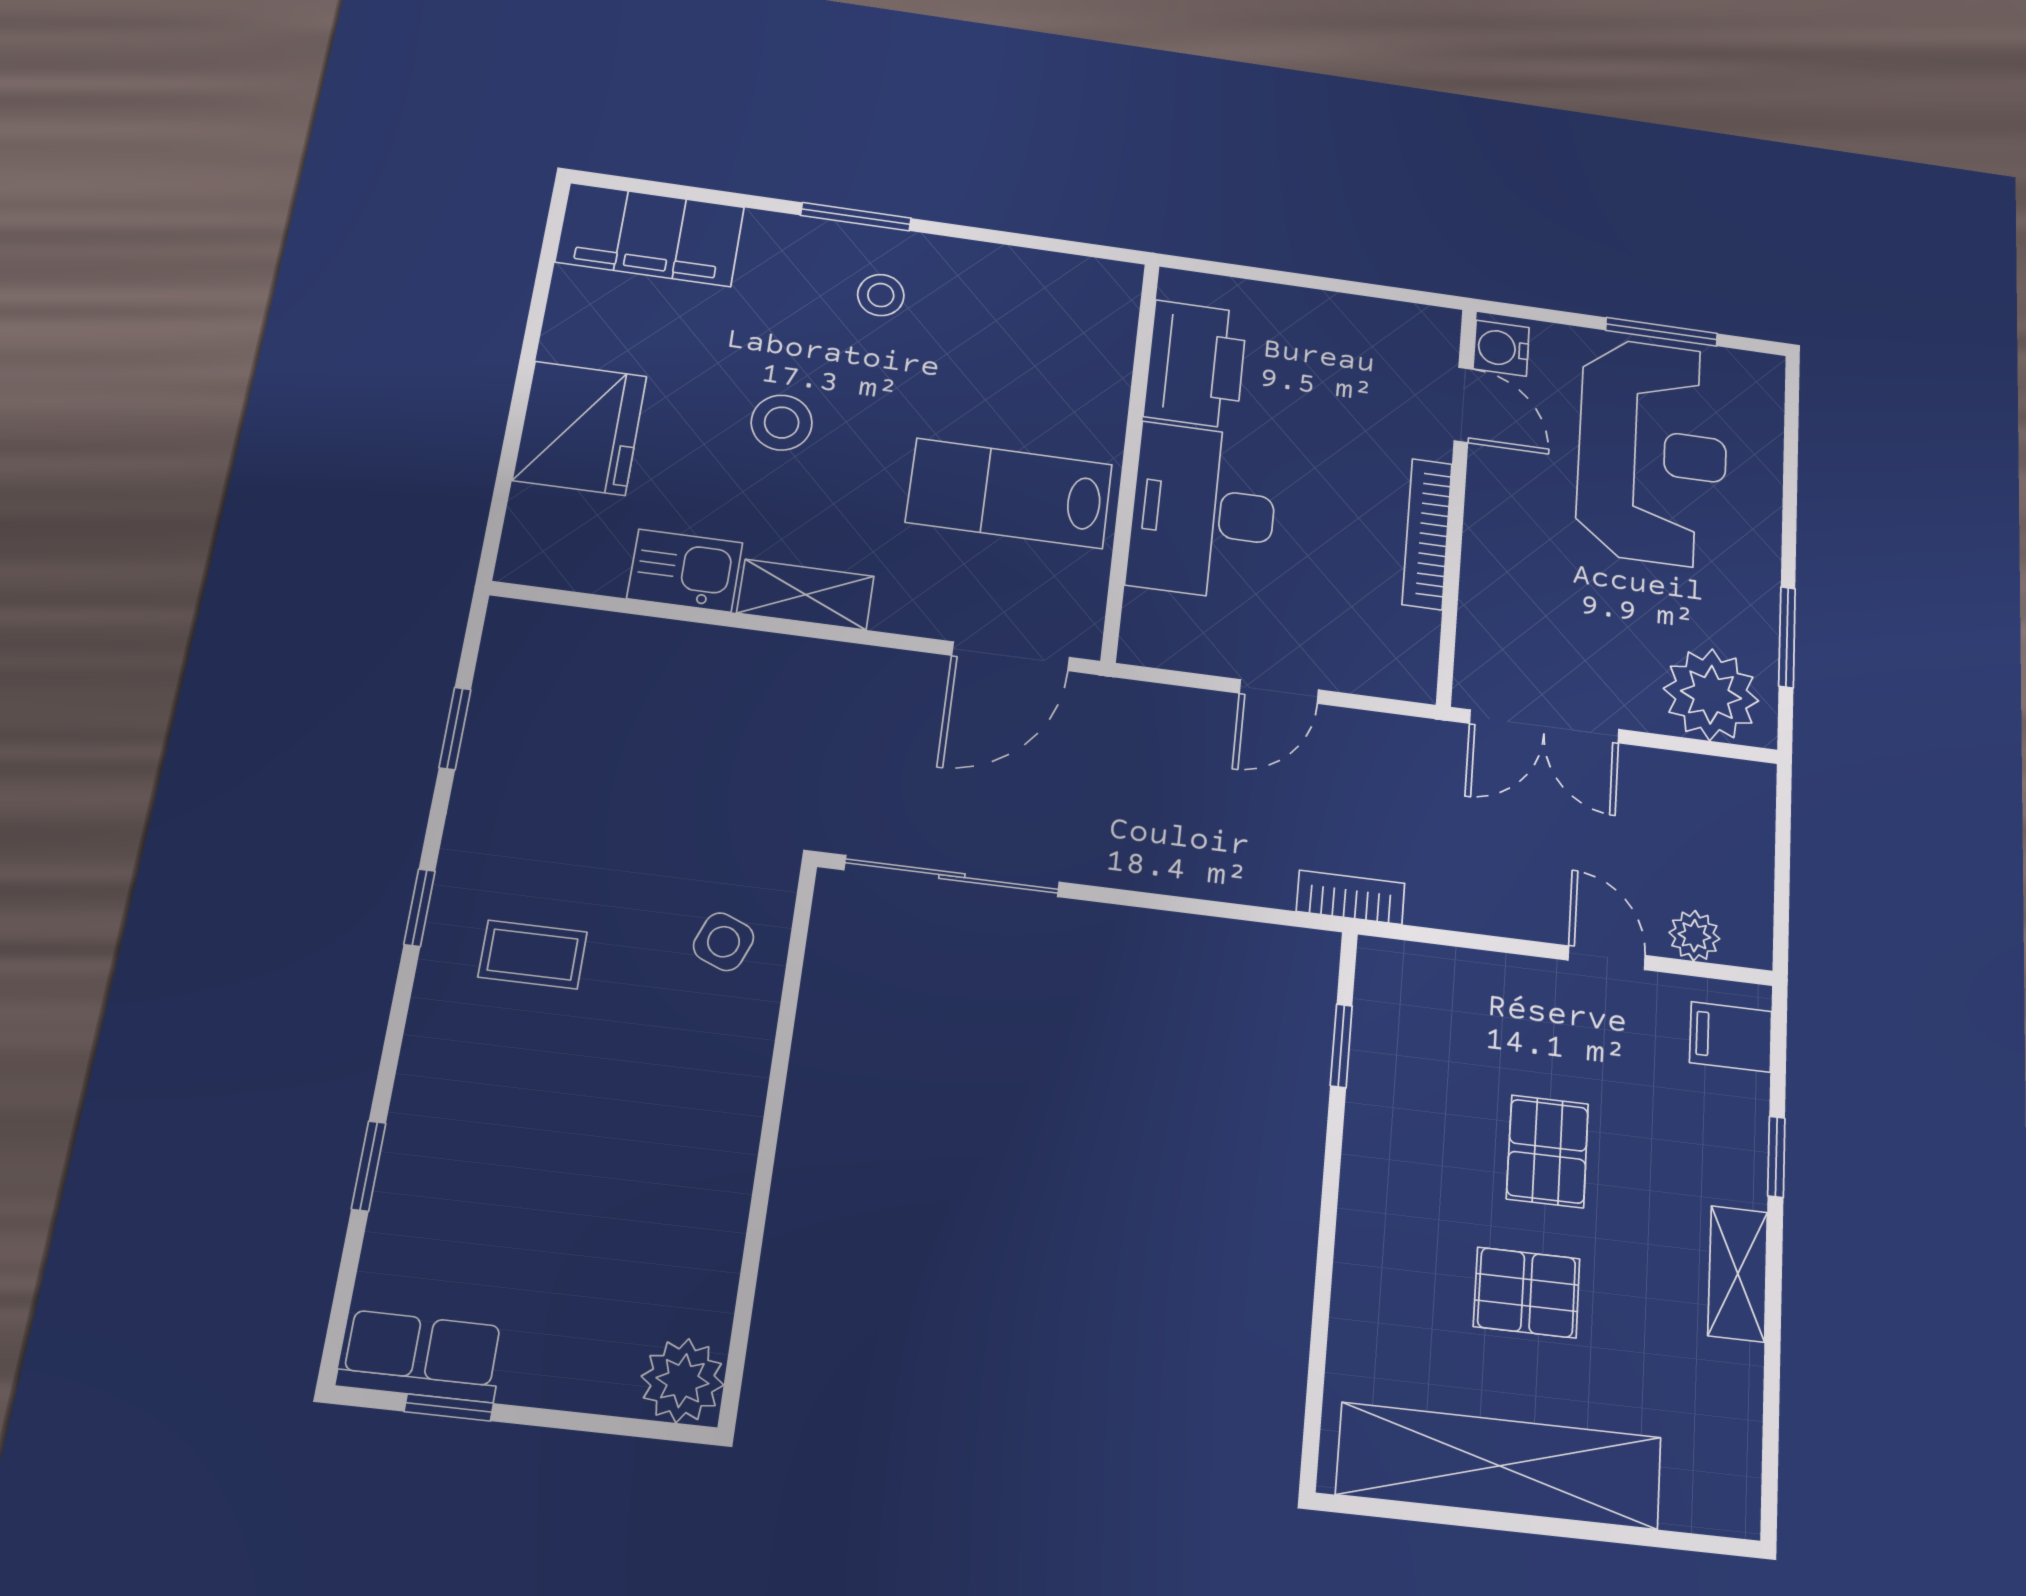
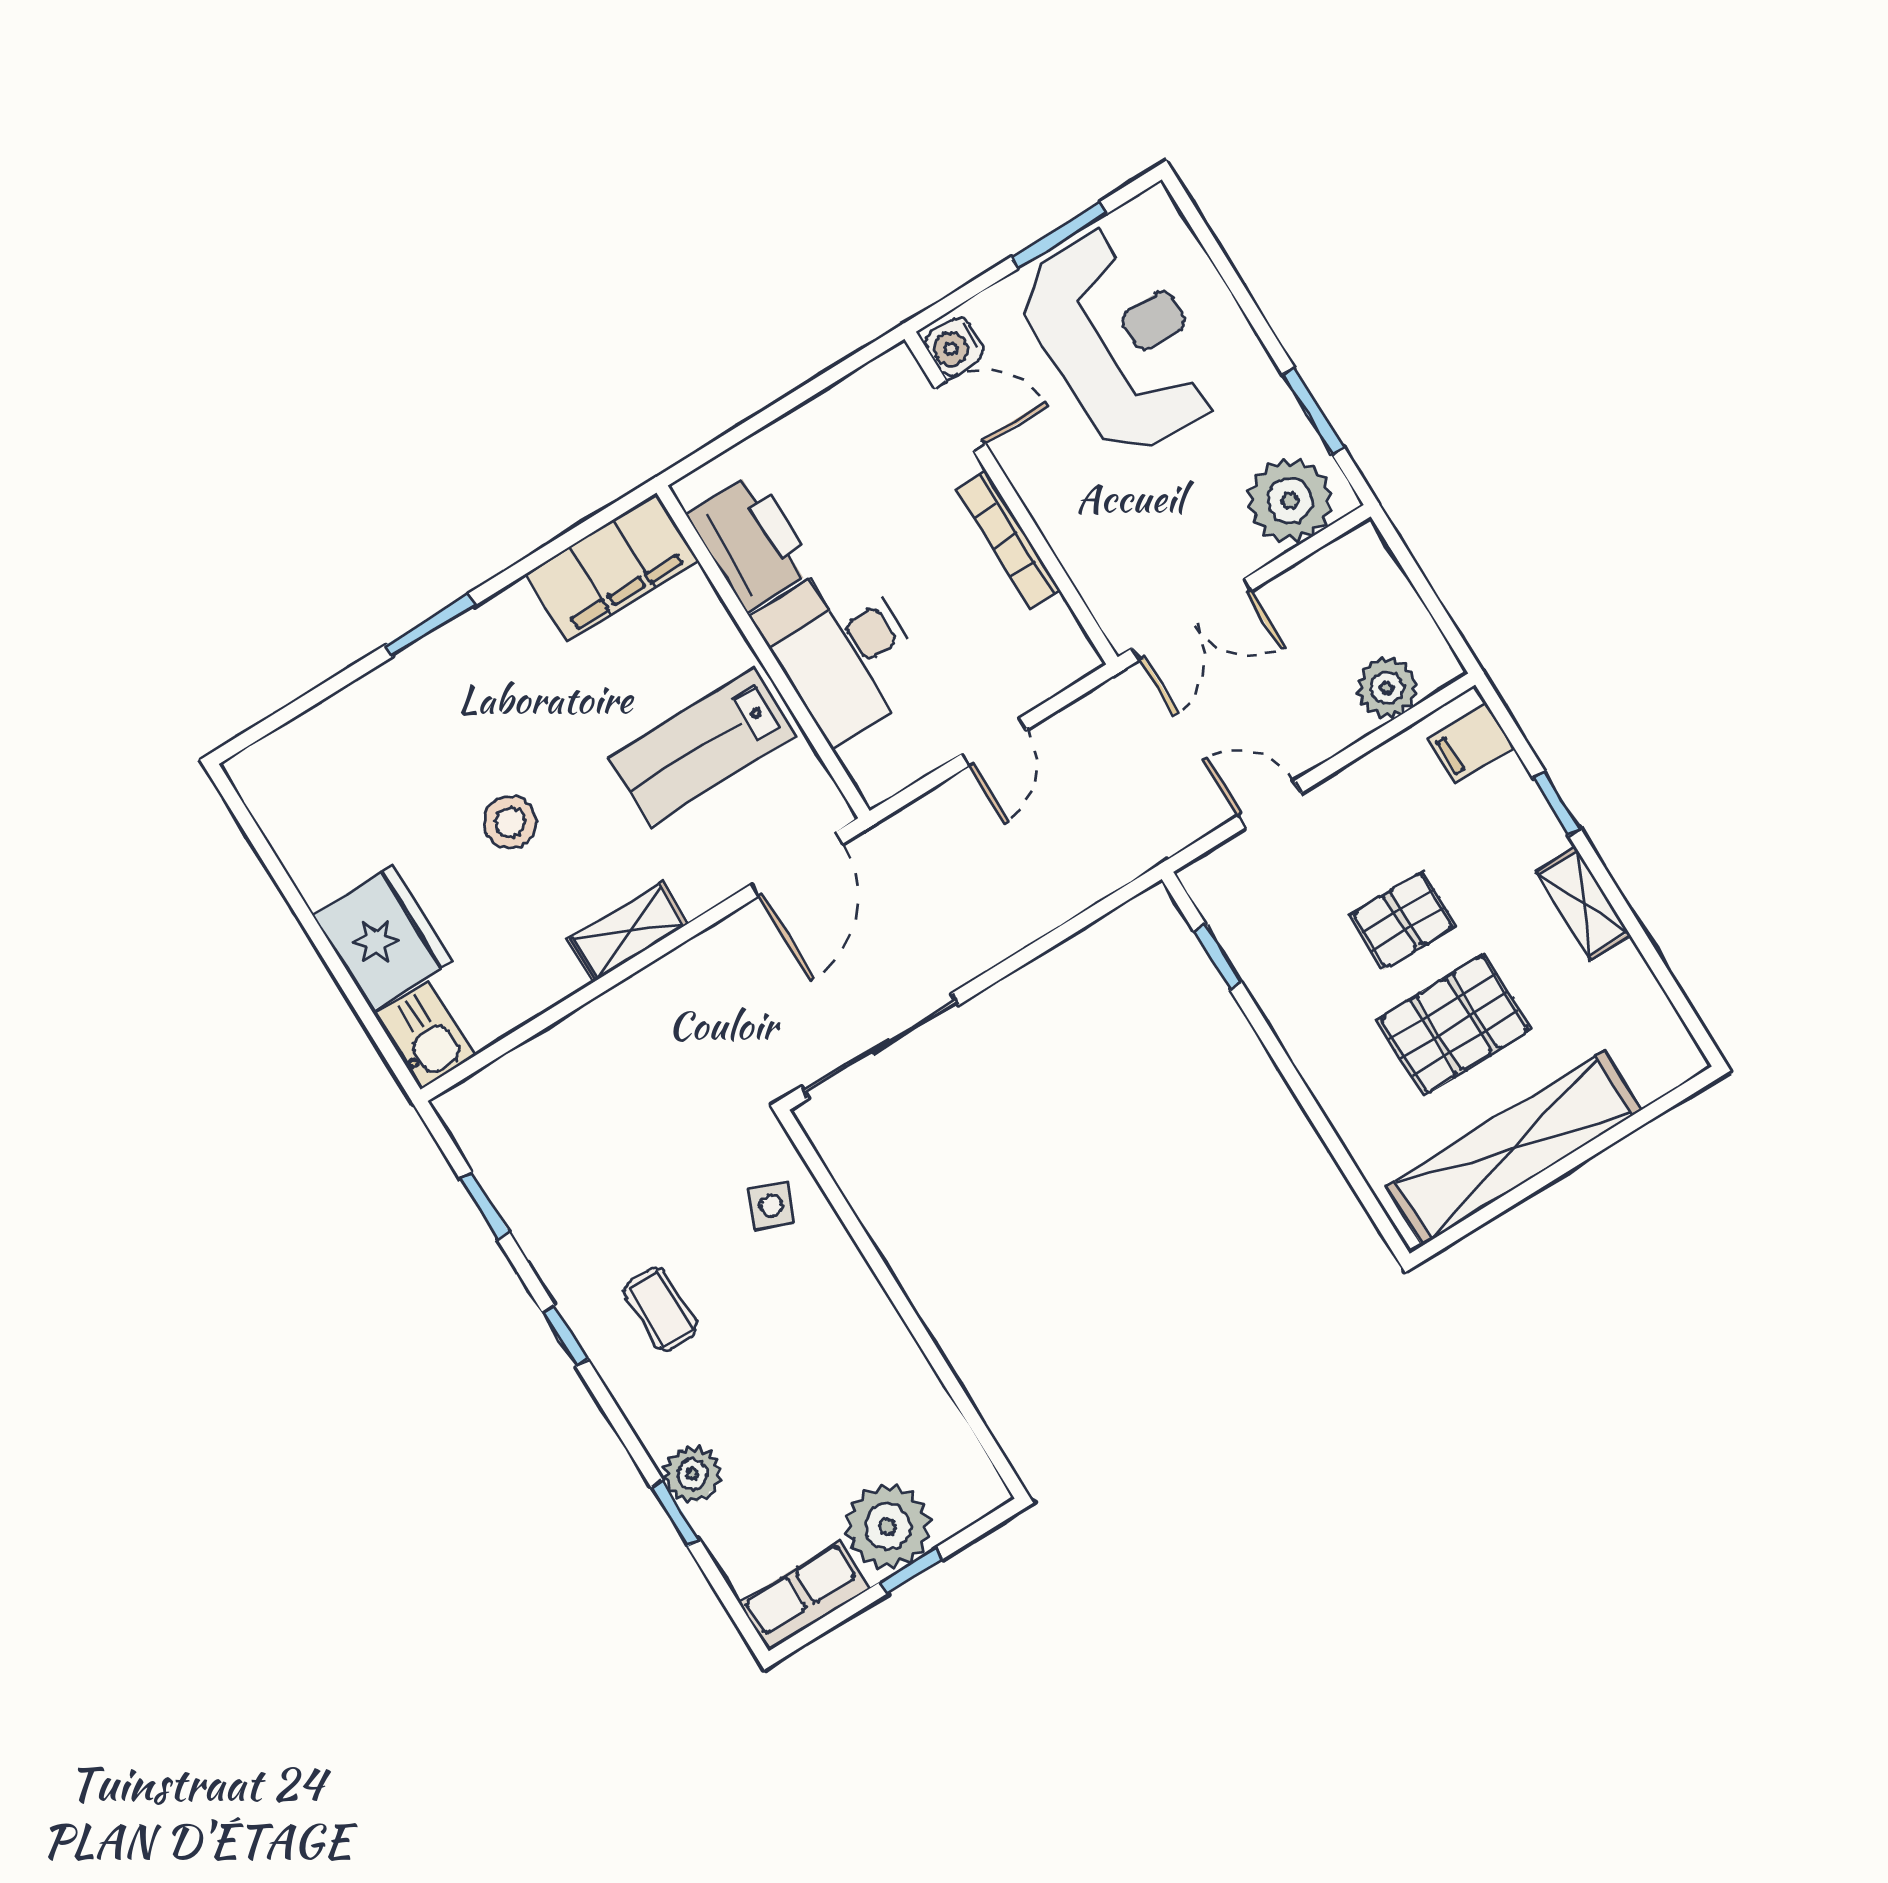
filing cabinet: (650, 235) -> (612, 567), moved
stool: (881, 295) -> (497, 671), removed
kitchen sink: (685, 571) -> (424, 1035), moved, turned 90
bookcase: (1351, 897) -> (1149, 850), removed
plant: (1694, 936) -> (1387, 688), width x1.38, depth x1.38
coffee table: (533, 955) -> (660, 1309), turned 90
door: (1607, 958) -> (1270, 804), moved
plant: (420, 1140) -> (692, 1474), added
pallet: (1547, 1151) -> (1403, 920), turned 90
pallet: (1527, 1293) -> (1454, 1024), width x1.50, depth x1.42
plant: (682, 1381) -> (888, 1527), moved, width x1.36, depth x1.36
window: (449, 1407) -> (911, 1570), moved

